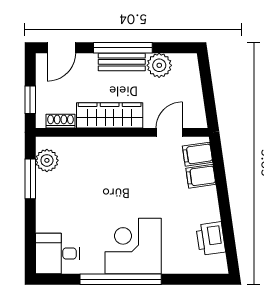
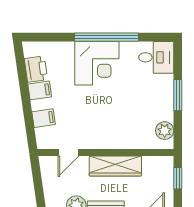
shoe rack: (60, 121) -> (154, 161), removed
filing cabinet: (198, 154) -> (40, 90), moved
window: (30, 179) -> (178, 95), moved

